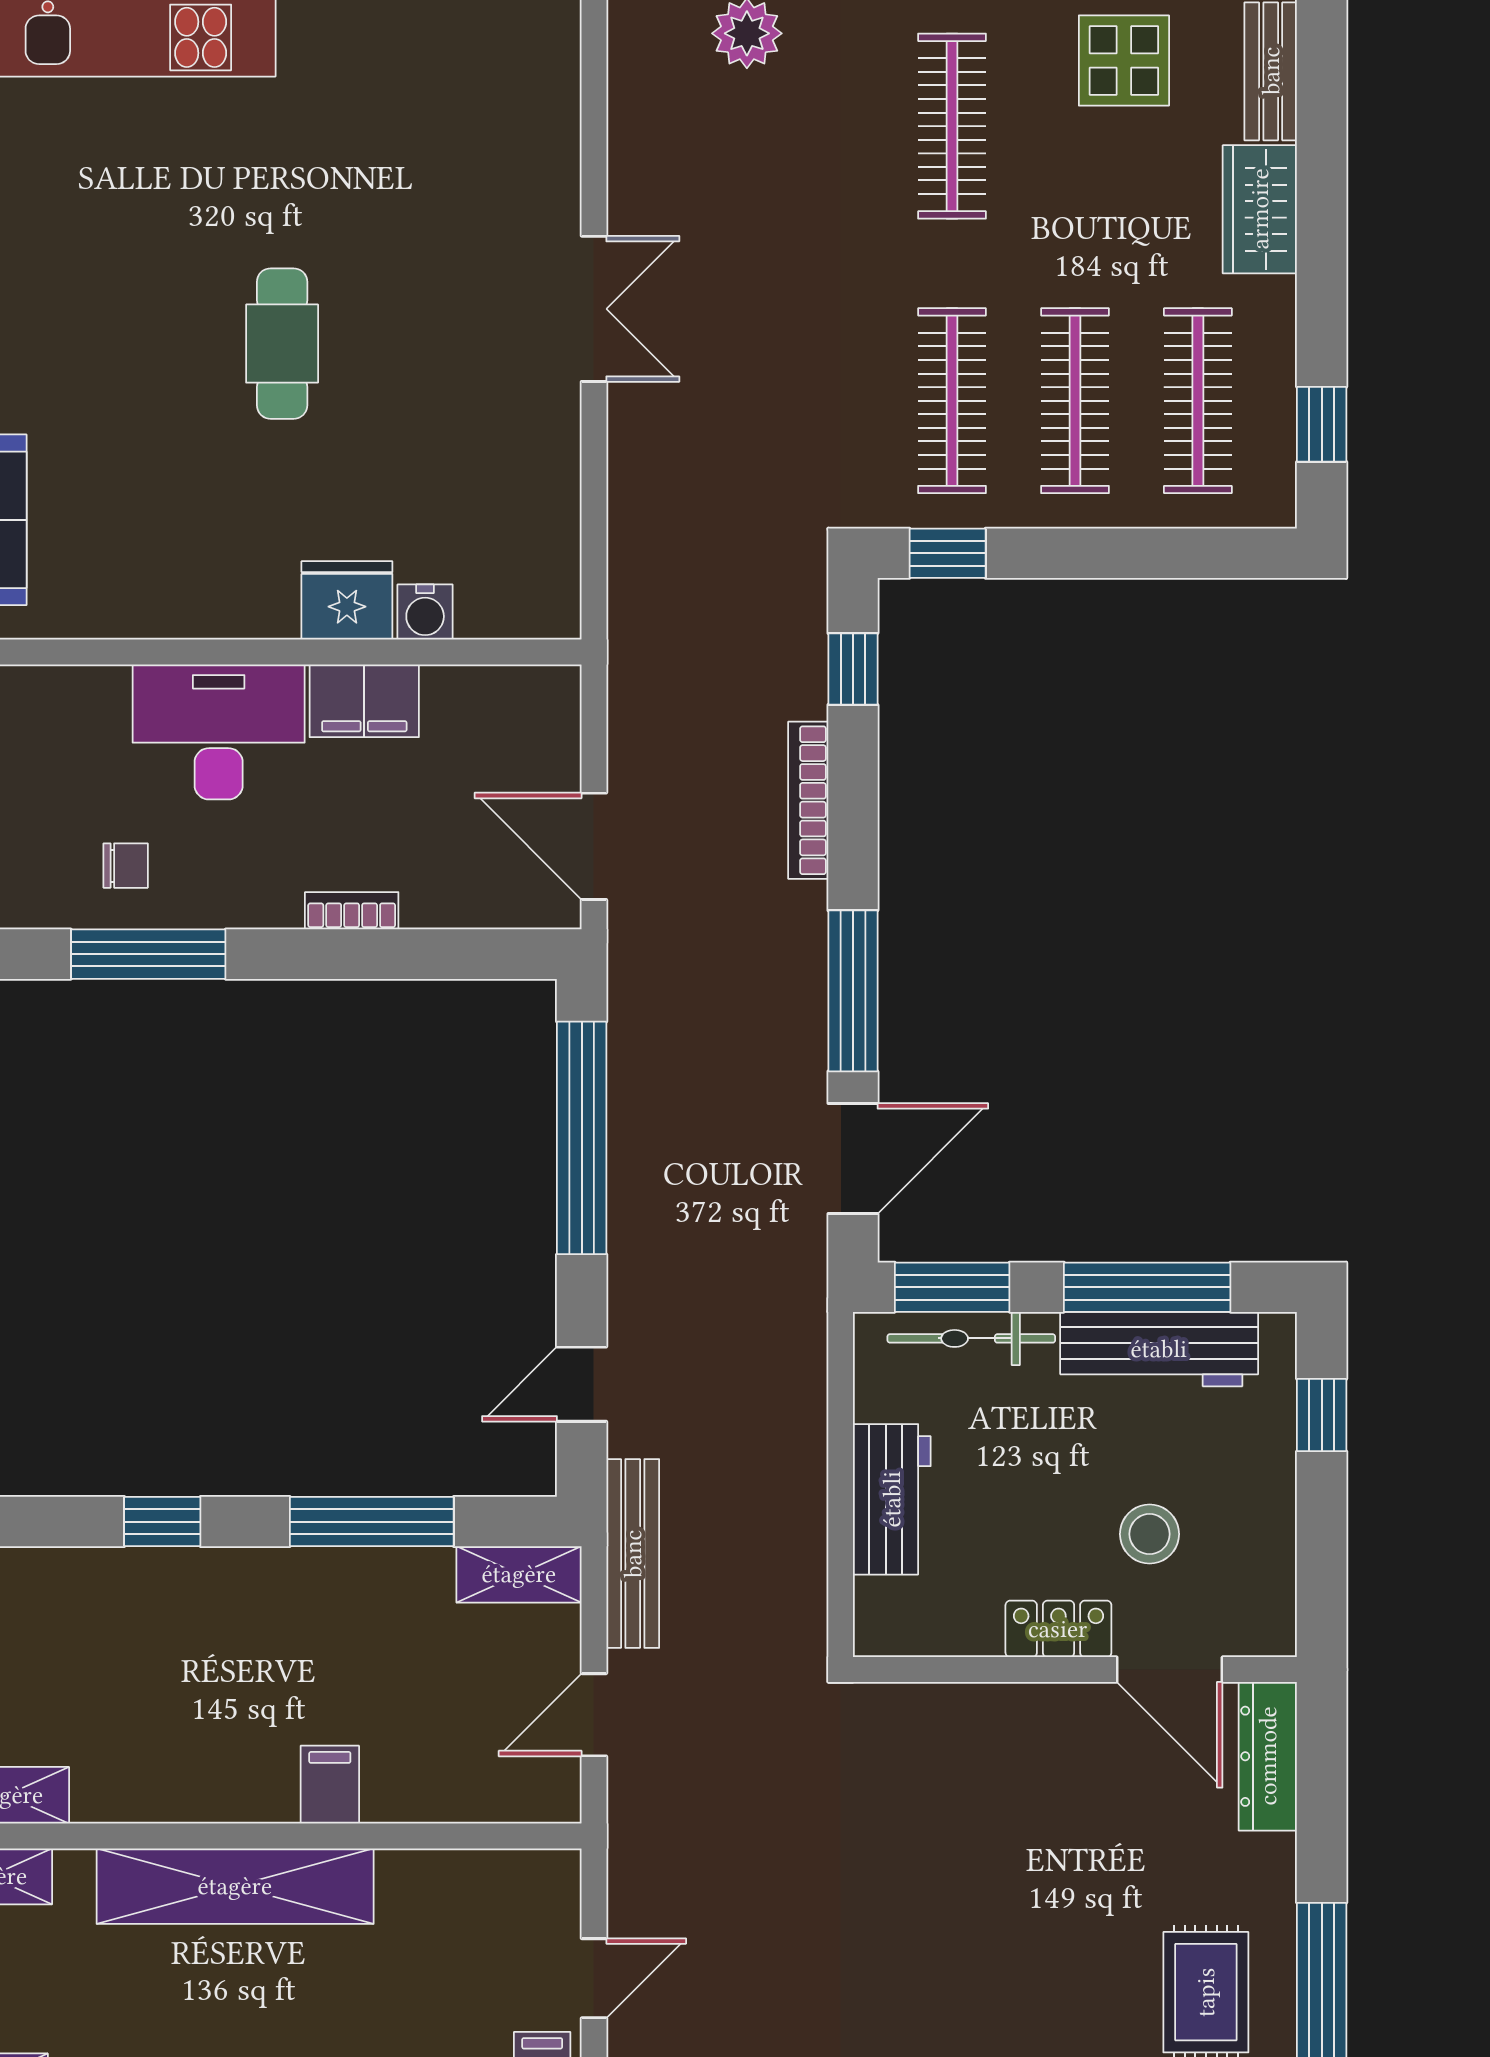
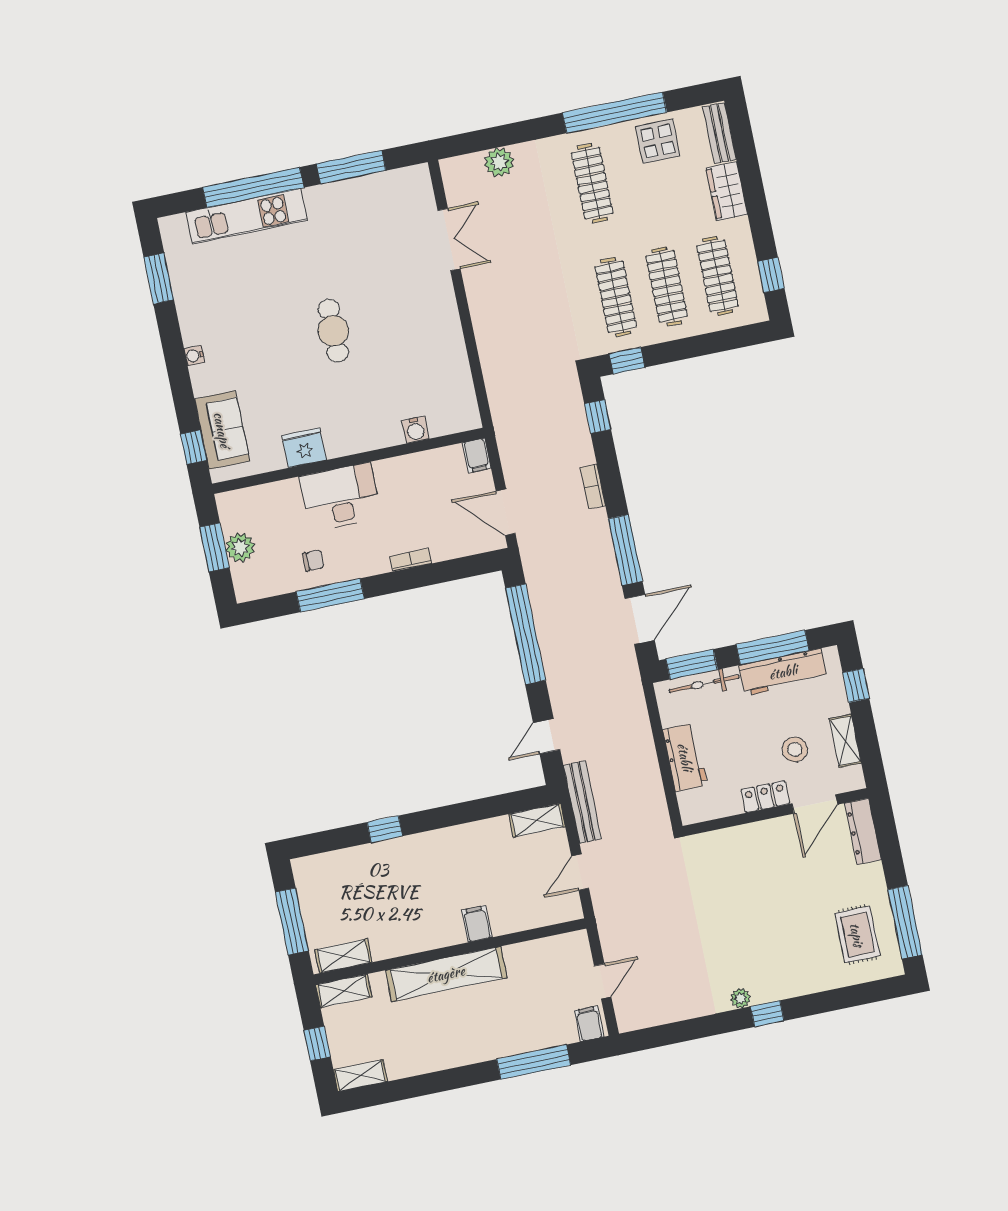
double door: (594, 309) -> (449, 240), moved
fridge: (347, 600) -> (304, 448), moved
filing cabinet: (364, 701) -> (477, 455), moved, width x0.50
bookcase: (808, 800) -> (593, 487), width x0.64
window: (372, 1522) -> (471, 811), removed
shelving: (1270, 1538) -> (845, 741), added
door: (1170, 1670) -> (815, 804), hinge flipped

